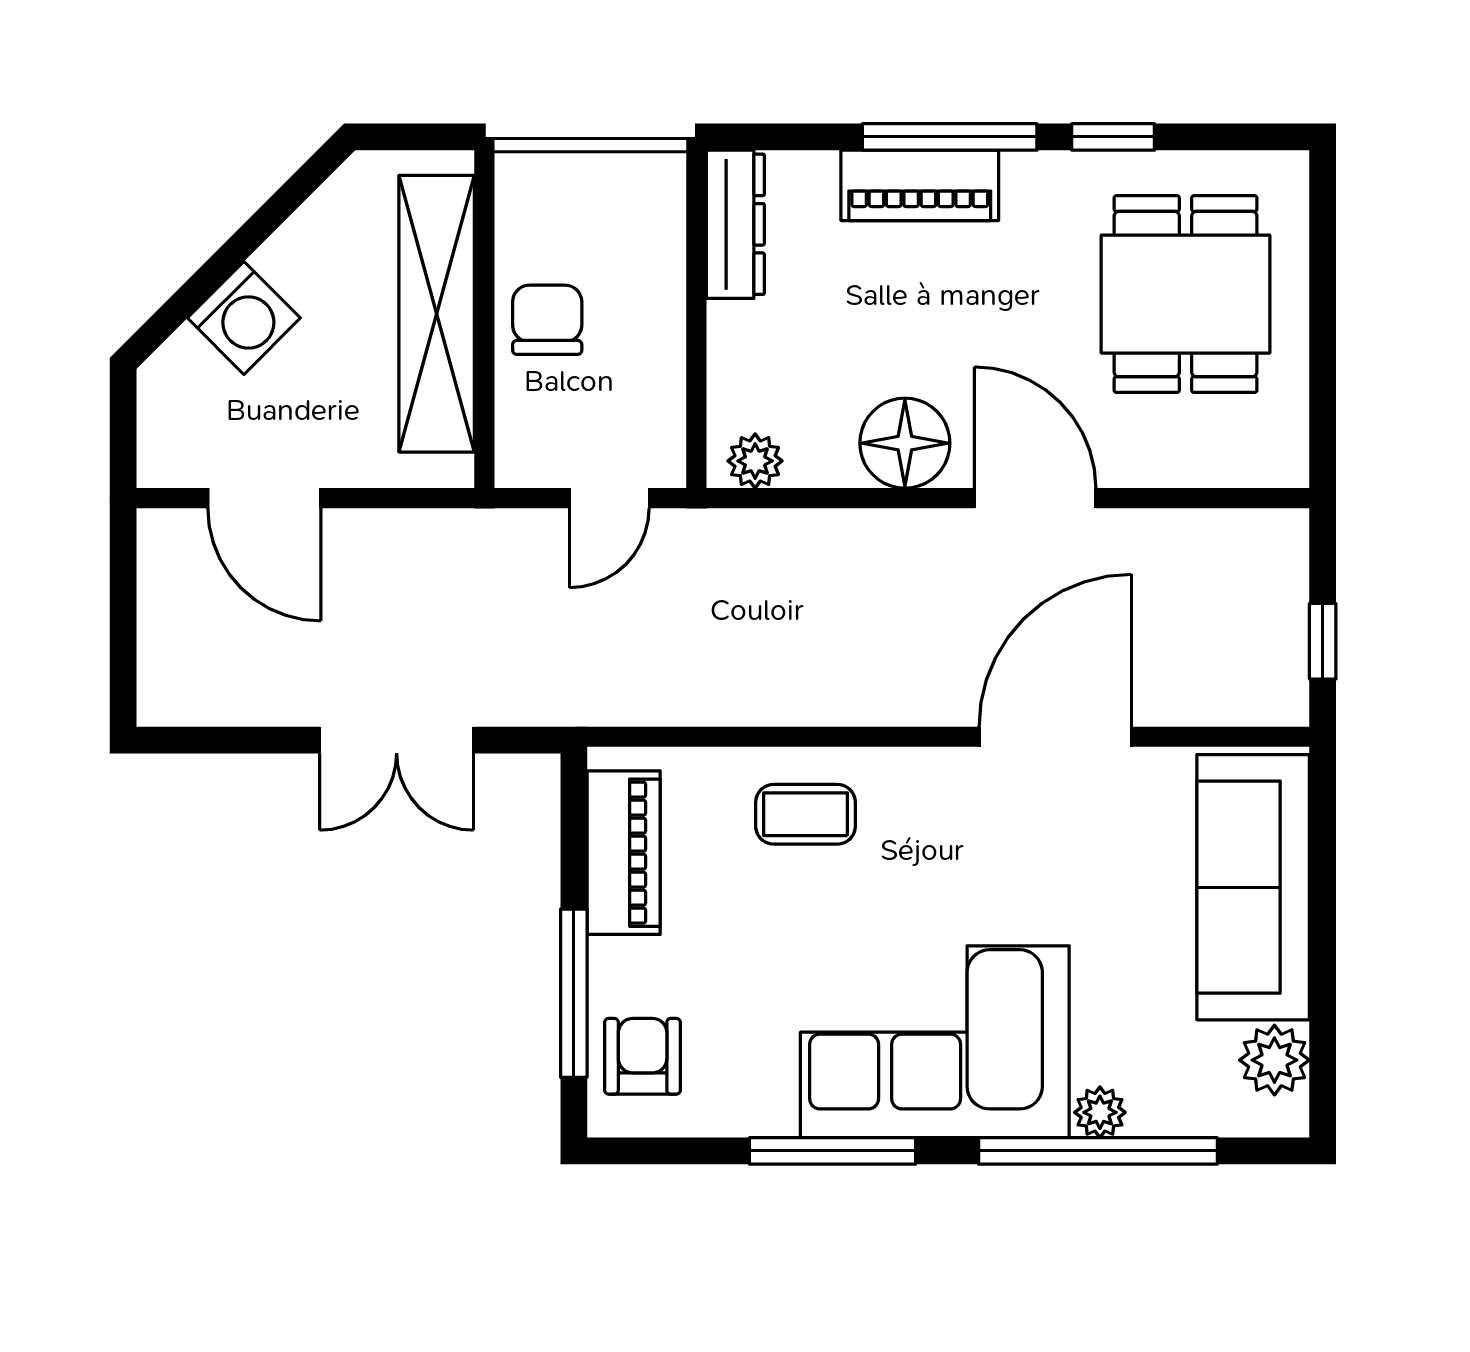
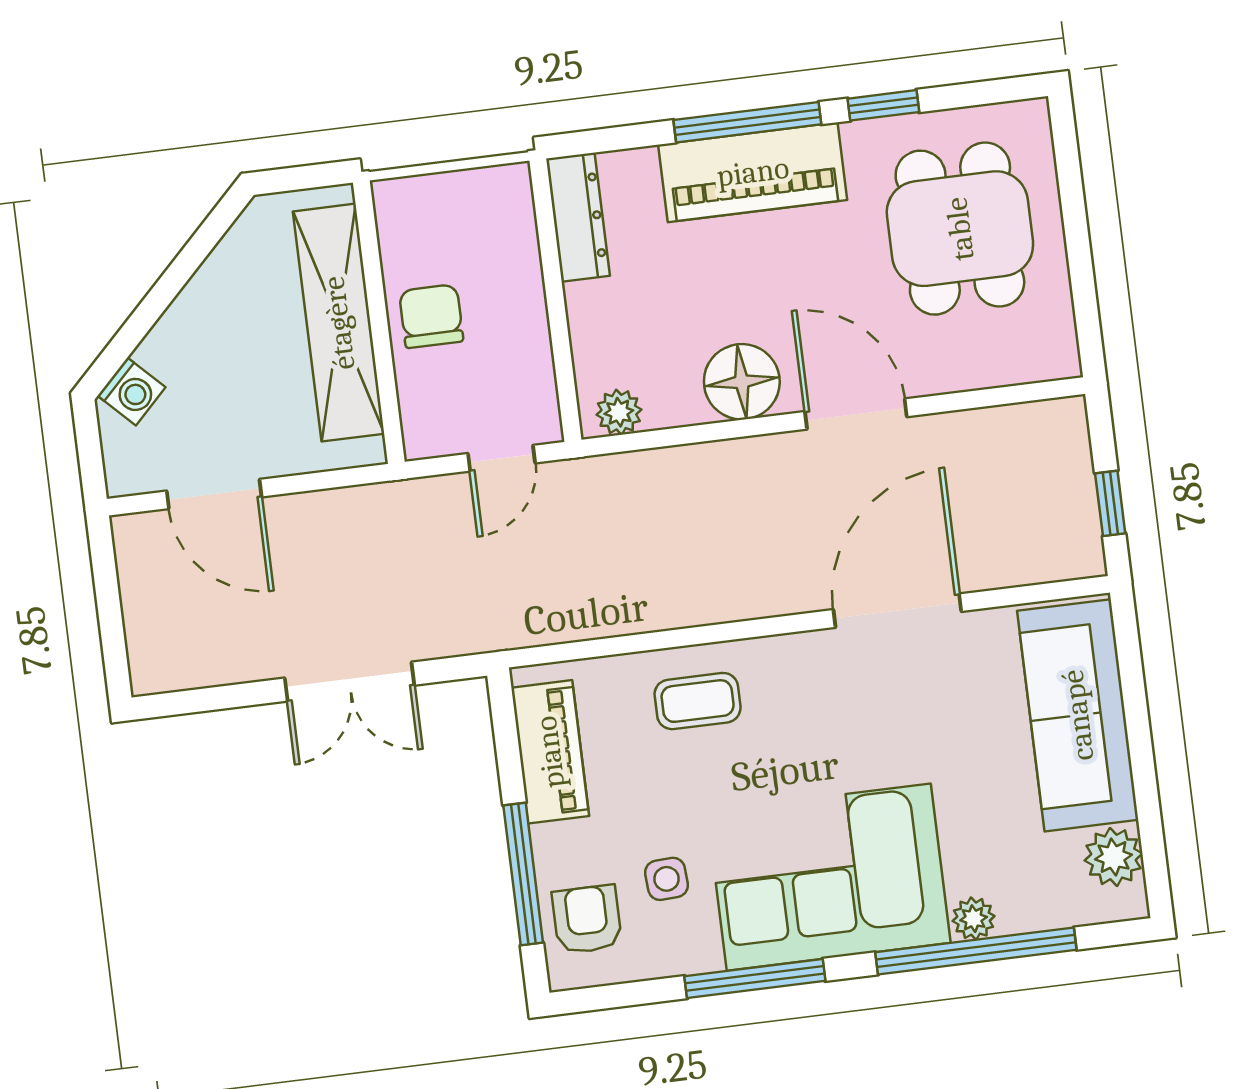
piano: (920, 185) -> (753, 172), width x1.37, depth x1.33
washing machine: (244, 318) -> (132, 391), moved, width x0.73, depth x0.73
side table: (743, 1020) -> (666, 879), added

